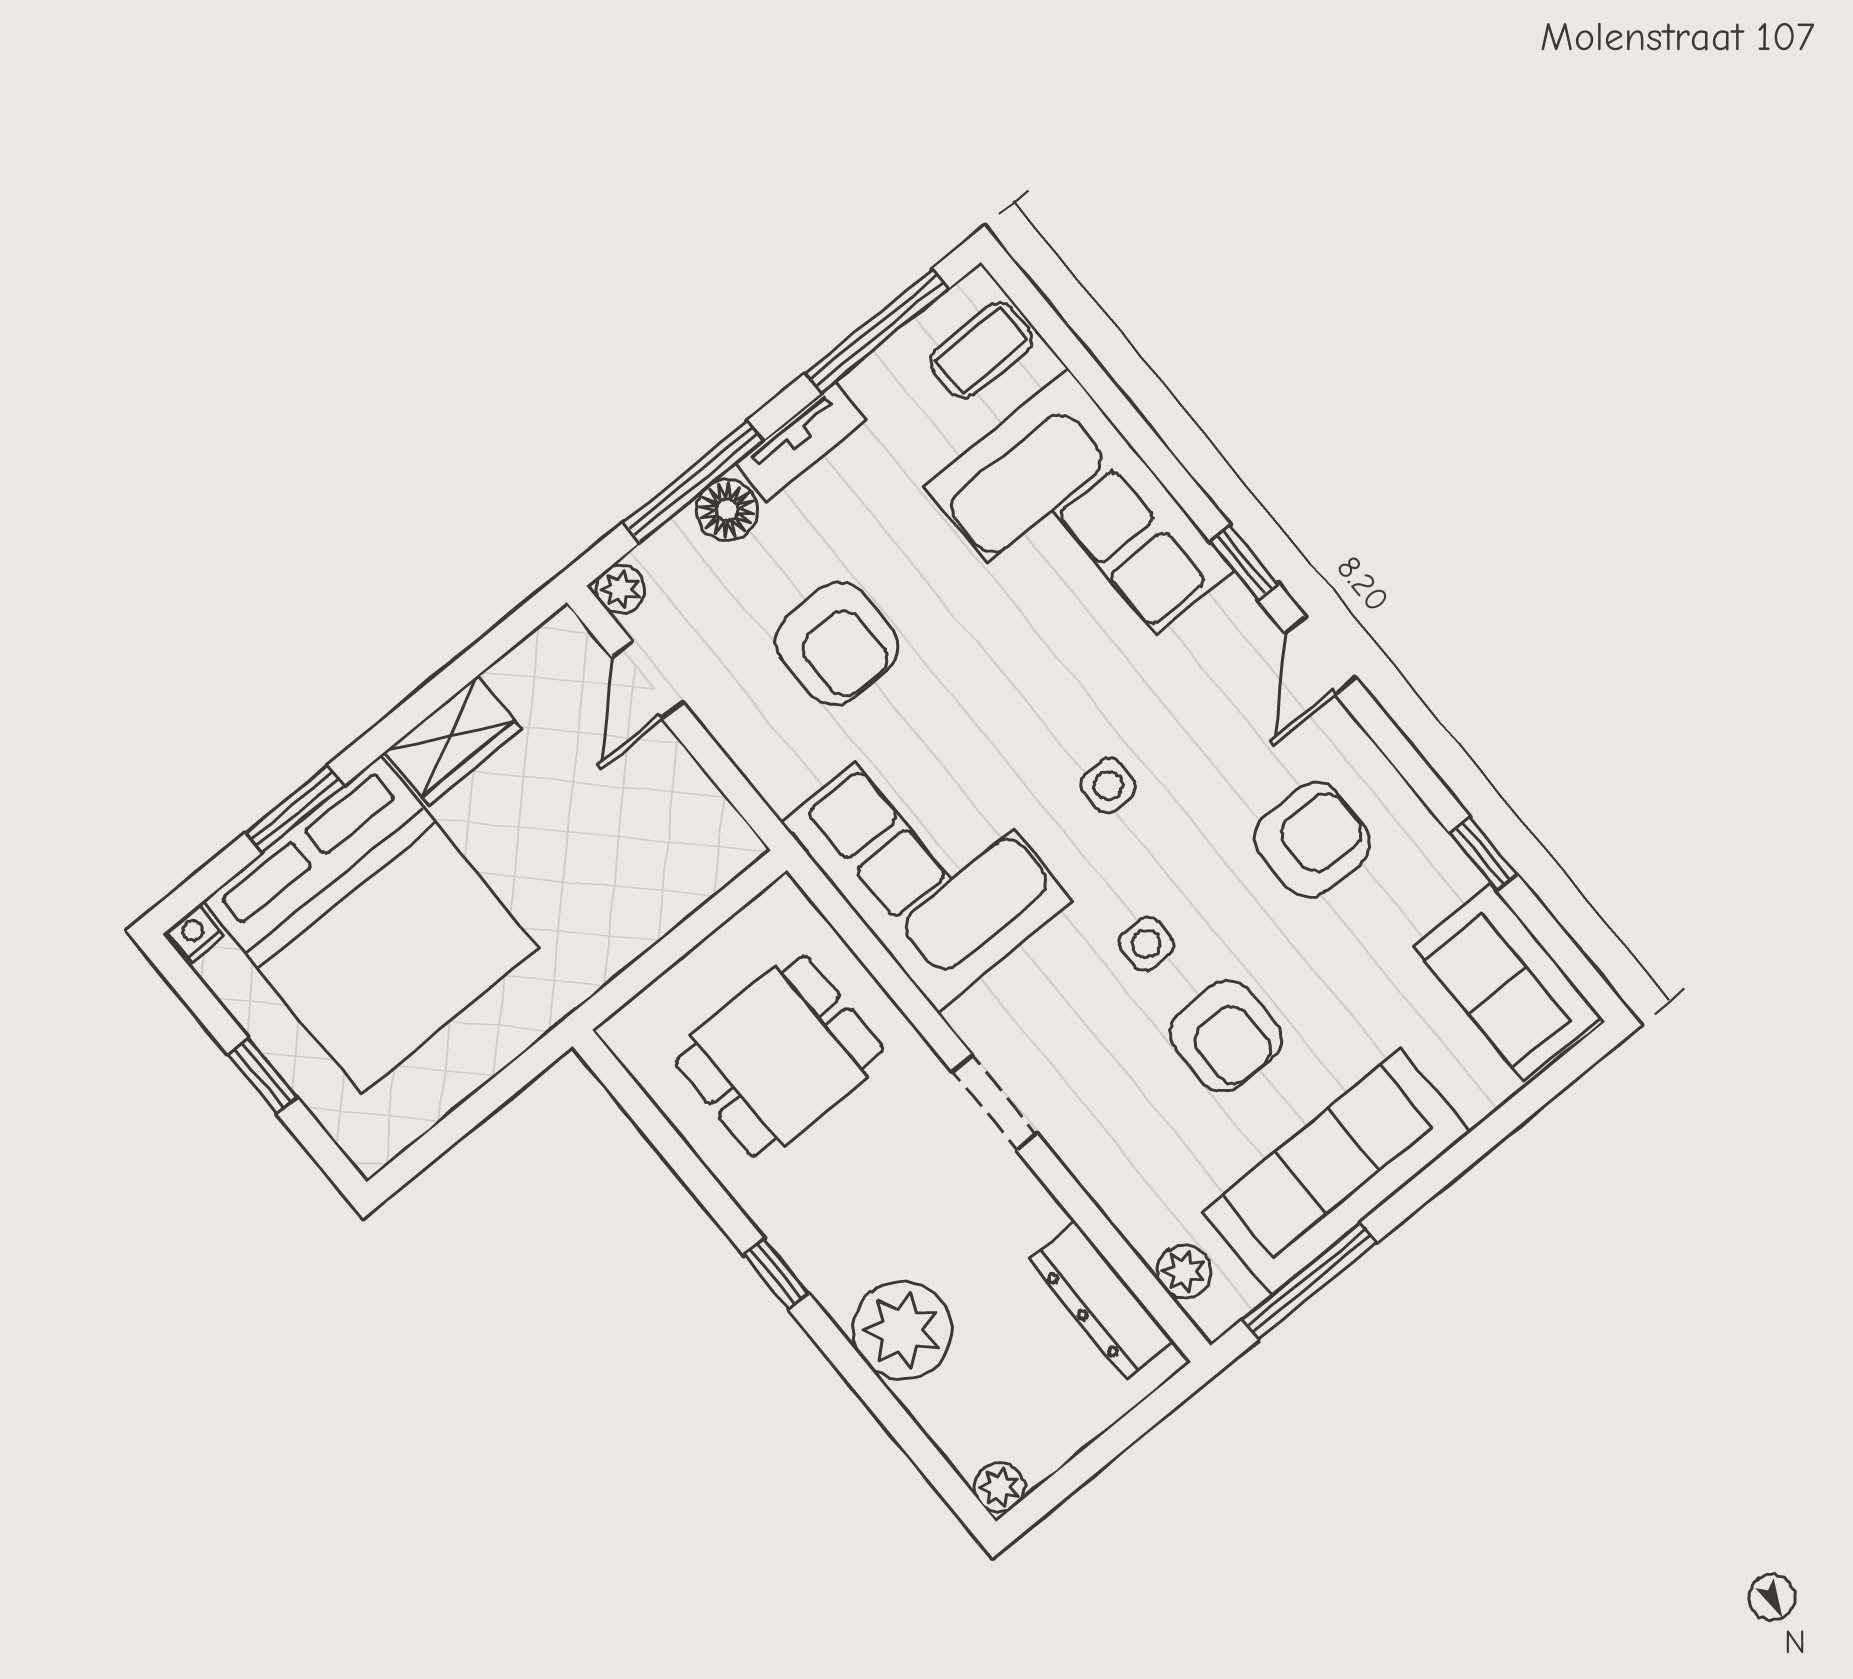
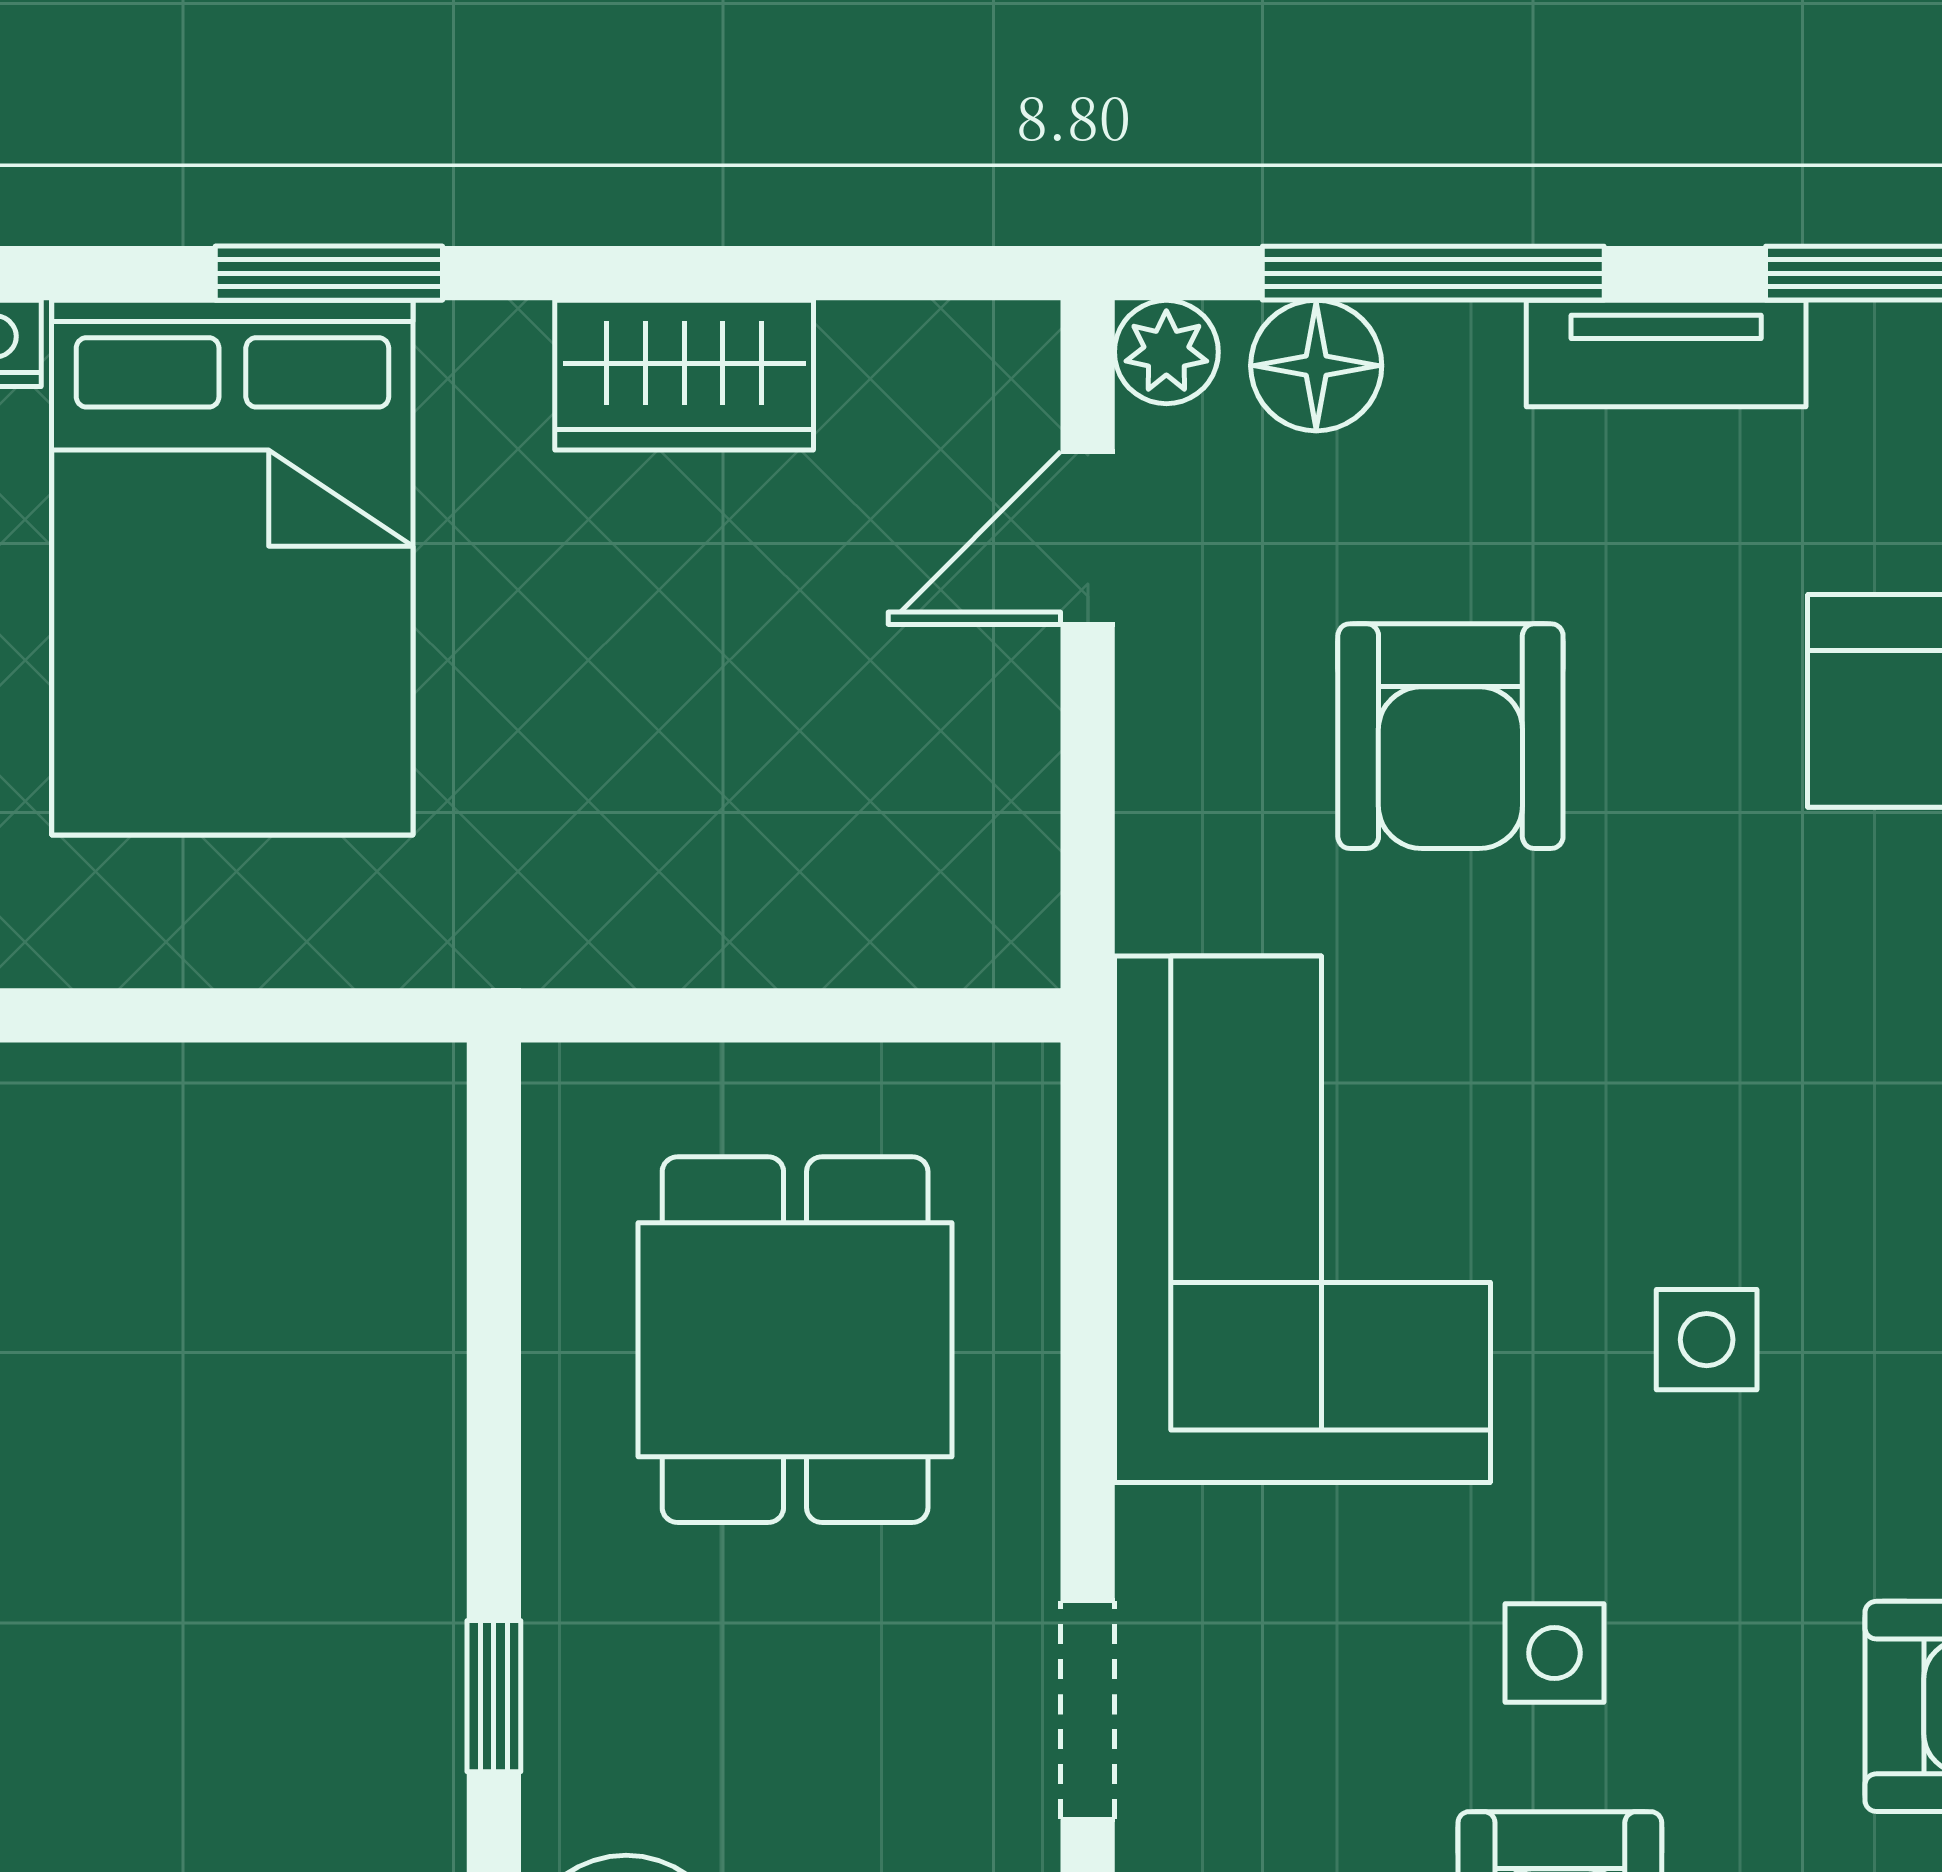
floor lamp: (727, 510) -> (1316, 366), moved
bed: (371, 925) -> (232, 568), width x0.73
dining table: (779, 1056) -> (795, 1340), turned 90

